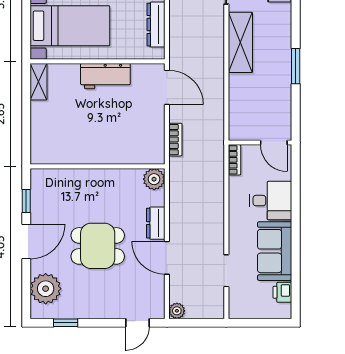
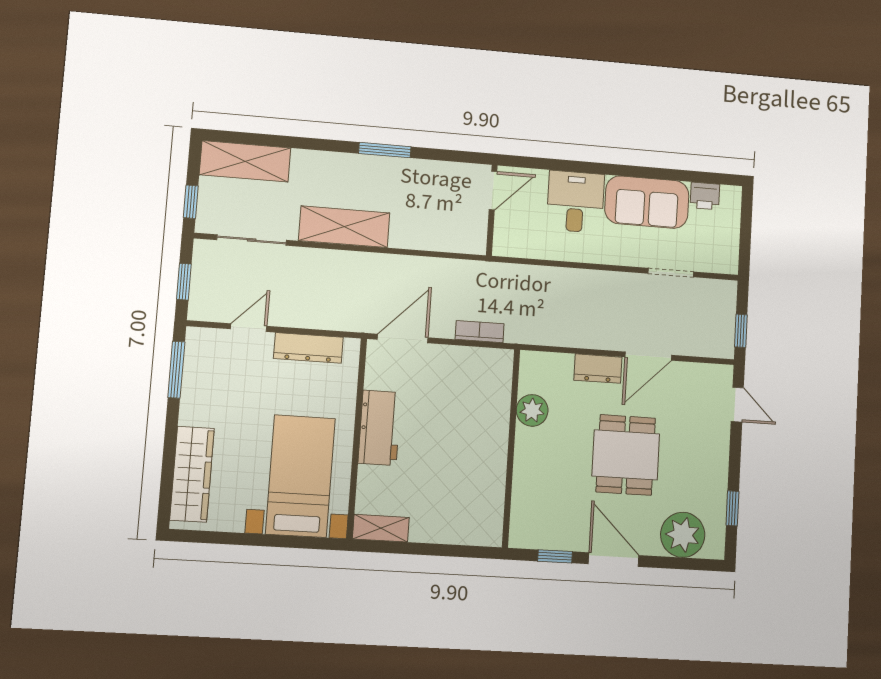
bookcase: (234, 160) -> (514, 249), removed
plant: (154, 179) -> (532, 410), moved
plant: (177, 311) -> (723, 347), removed
window: (189, 323) -> (741, 331), added

